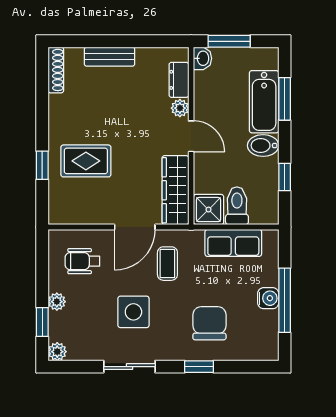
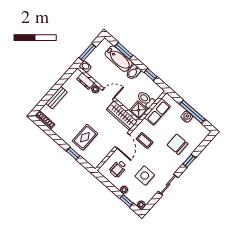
side table: (133, 312) -> (145, 176), moved

